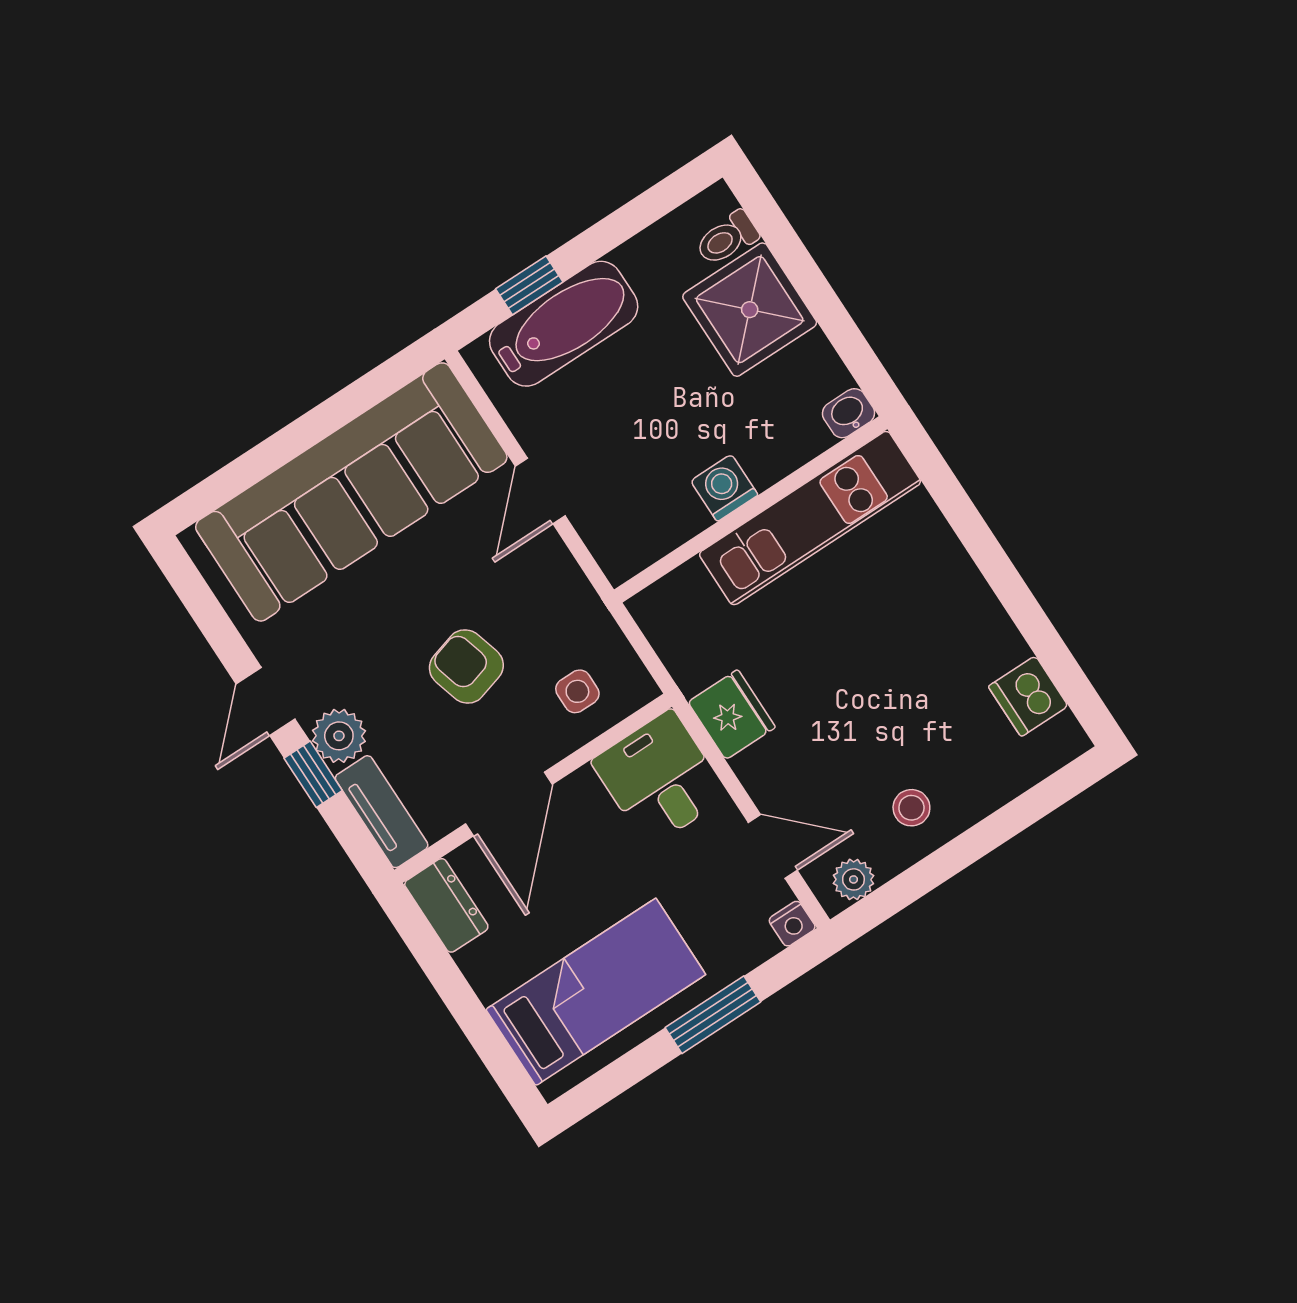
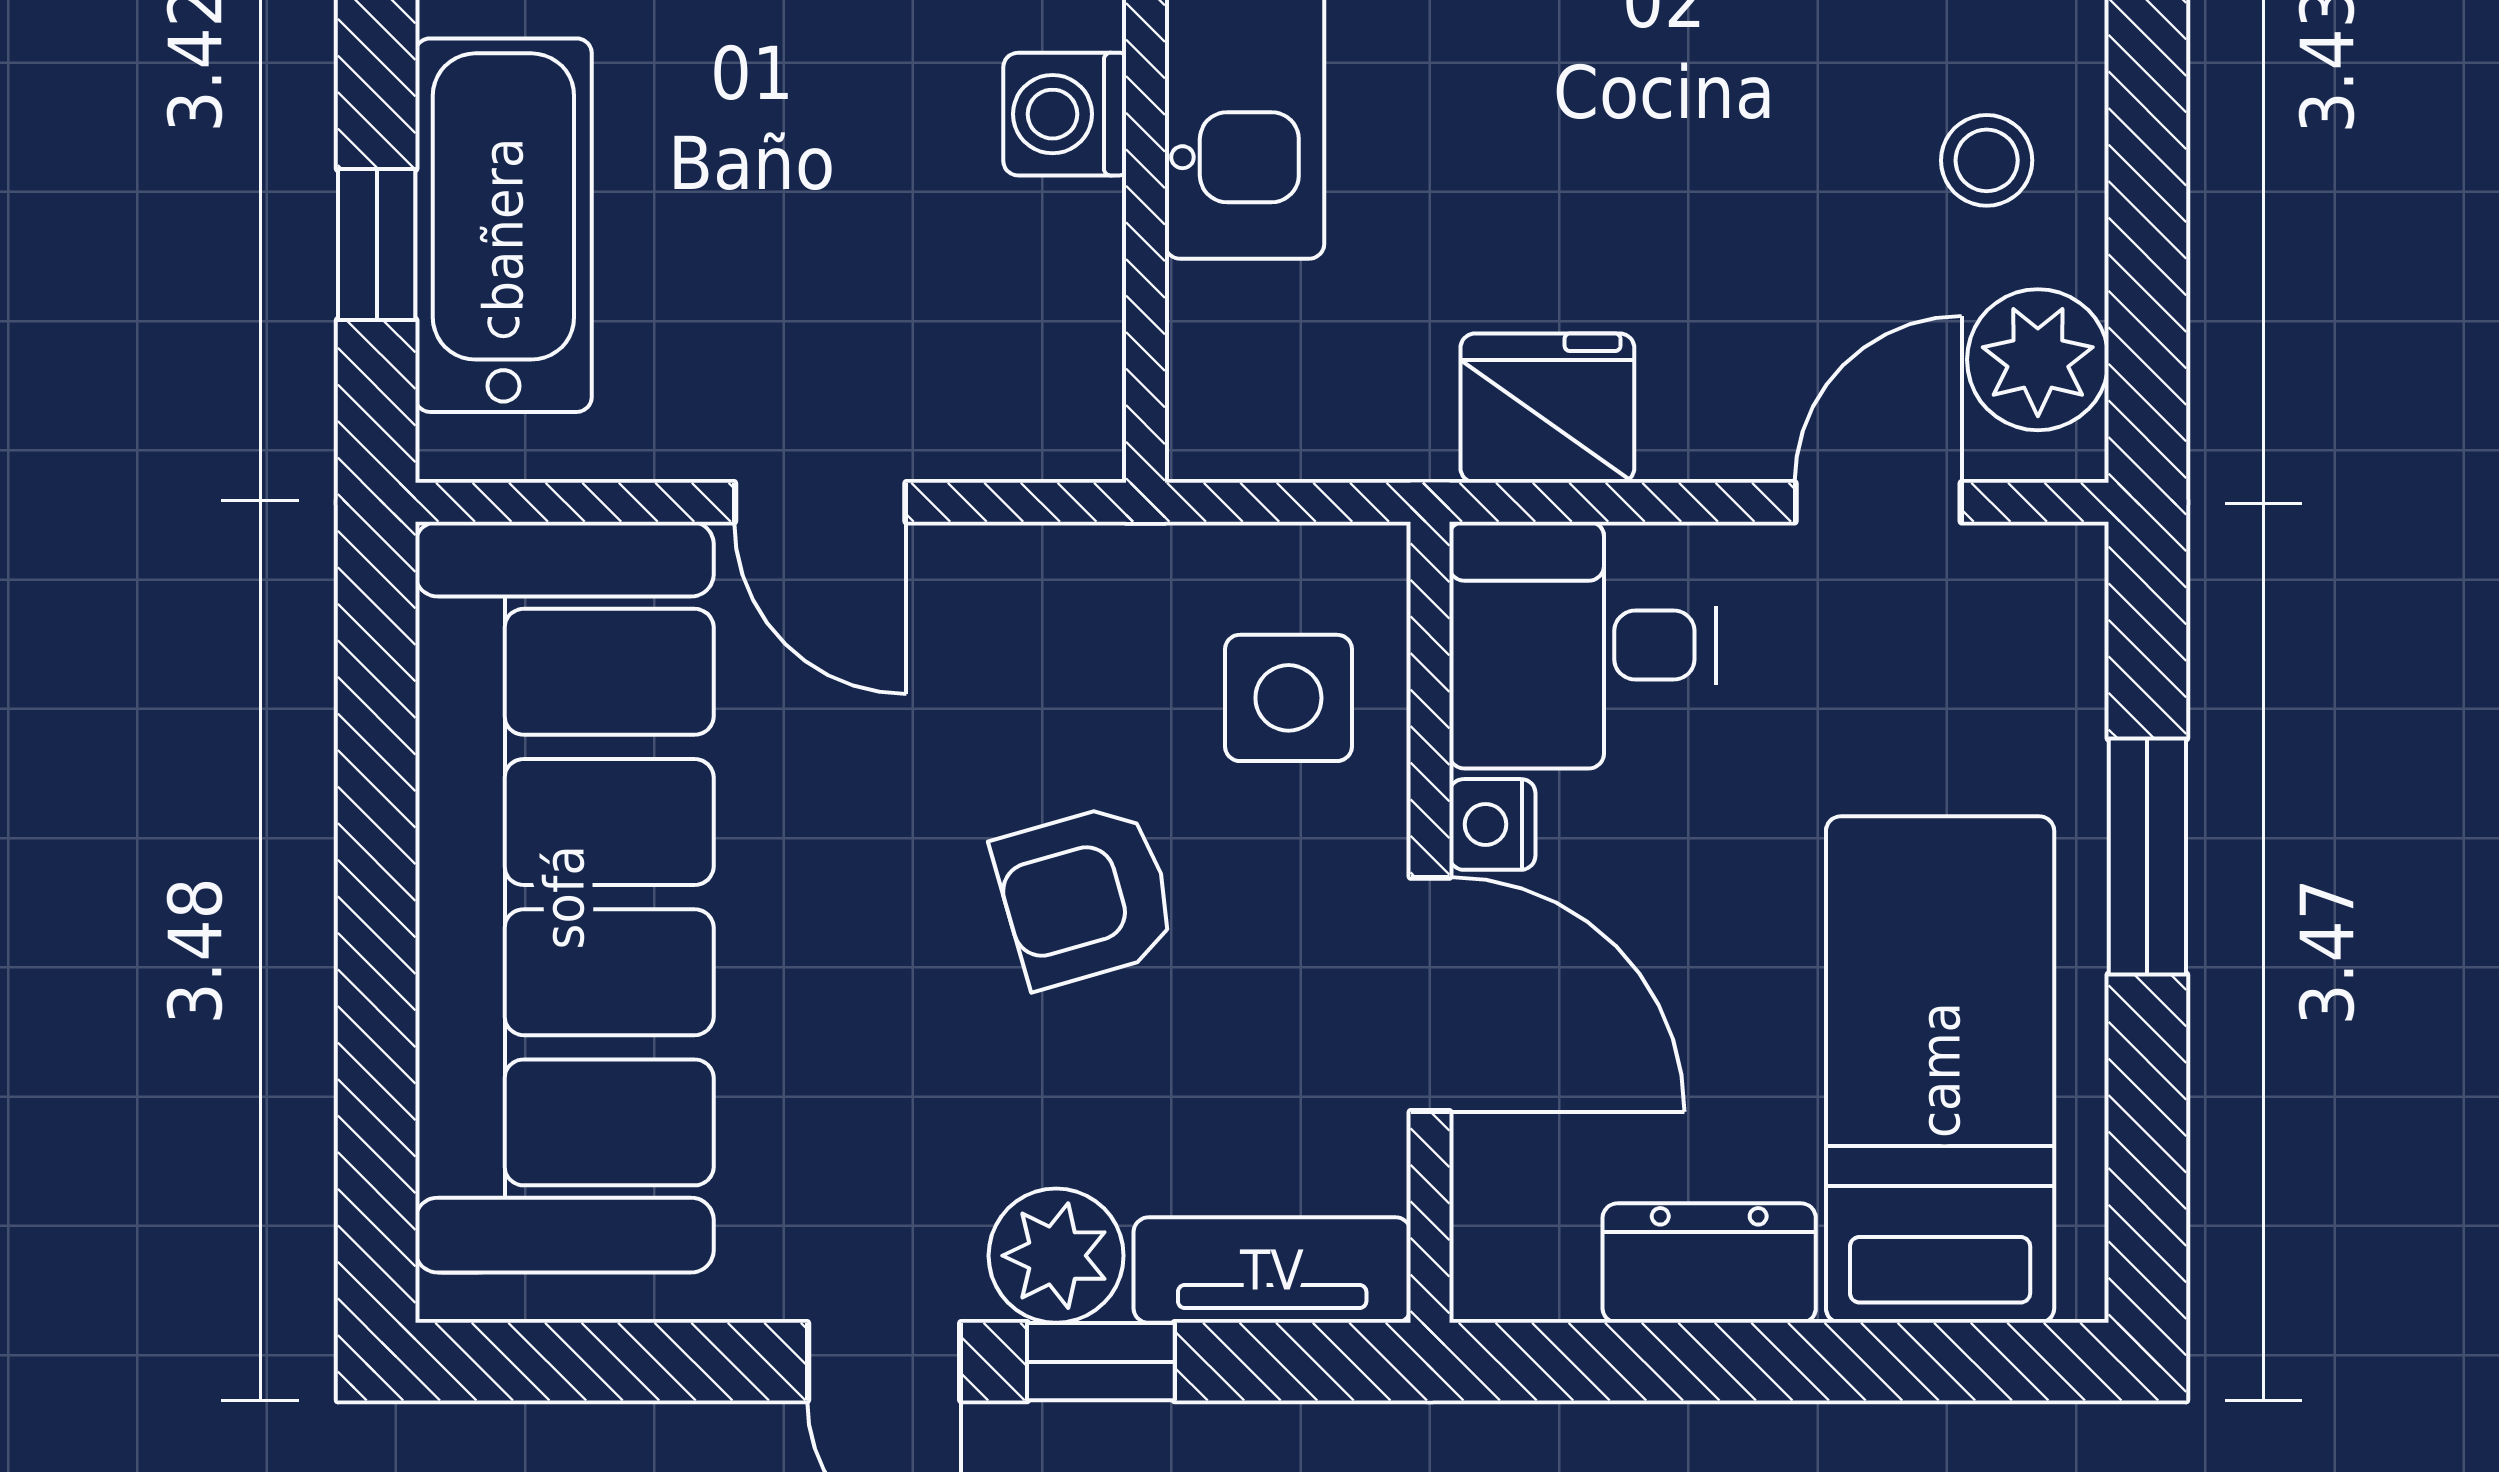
side table: (577, 691) -> (1288, 698), width x1.37, depth x1.37
plant: (853, 879) -> (2038, 360), width x1.38, depth x1.38
dresser: (446, 905) -> (1709, 1263), moved
nightstand: (792, 924) -> (1492, 824), moved, turned 180

